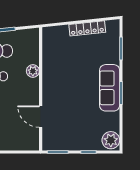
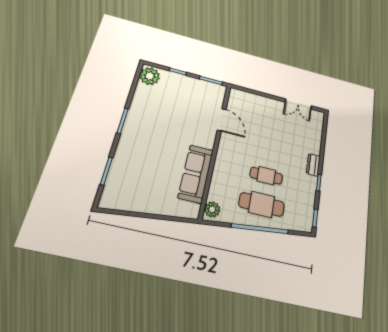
locker: (87, 28) -> (142, 205), removed
plant: (33, 71) -> (212, 209), moved
sofa: (110, 88) -> (196, 174), moved, turned 180

